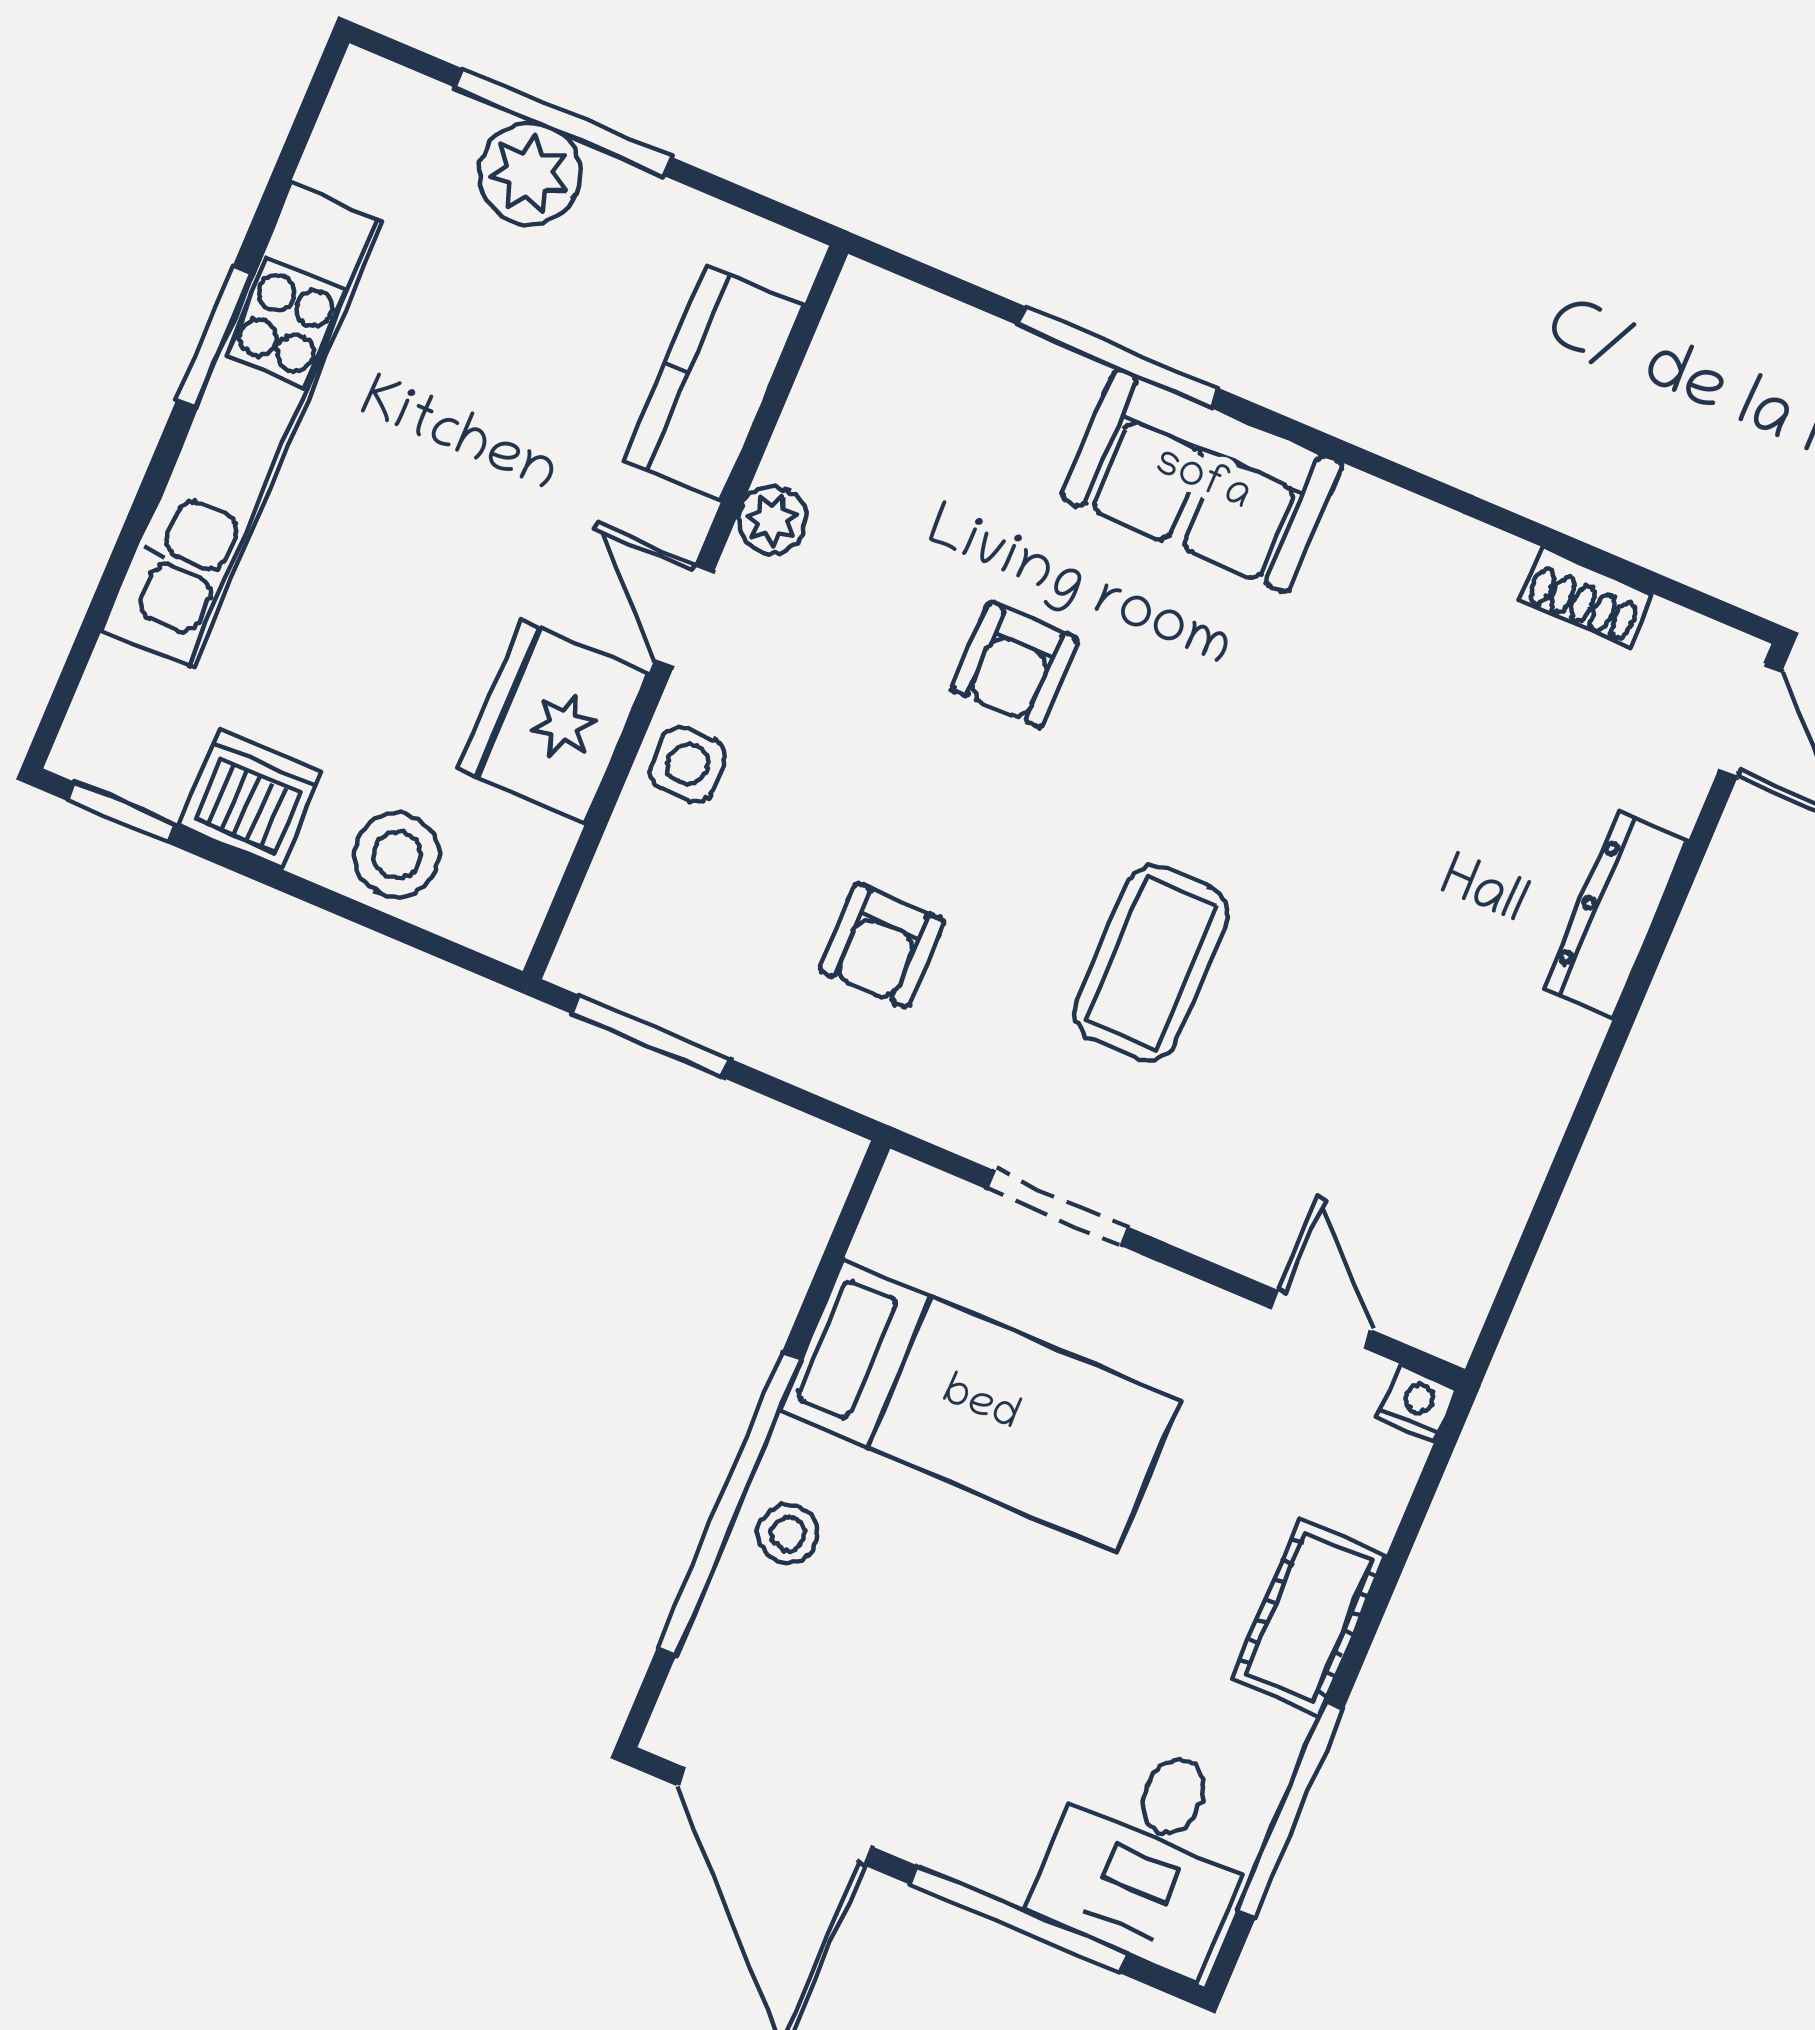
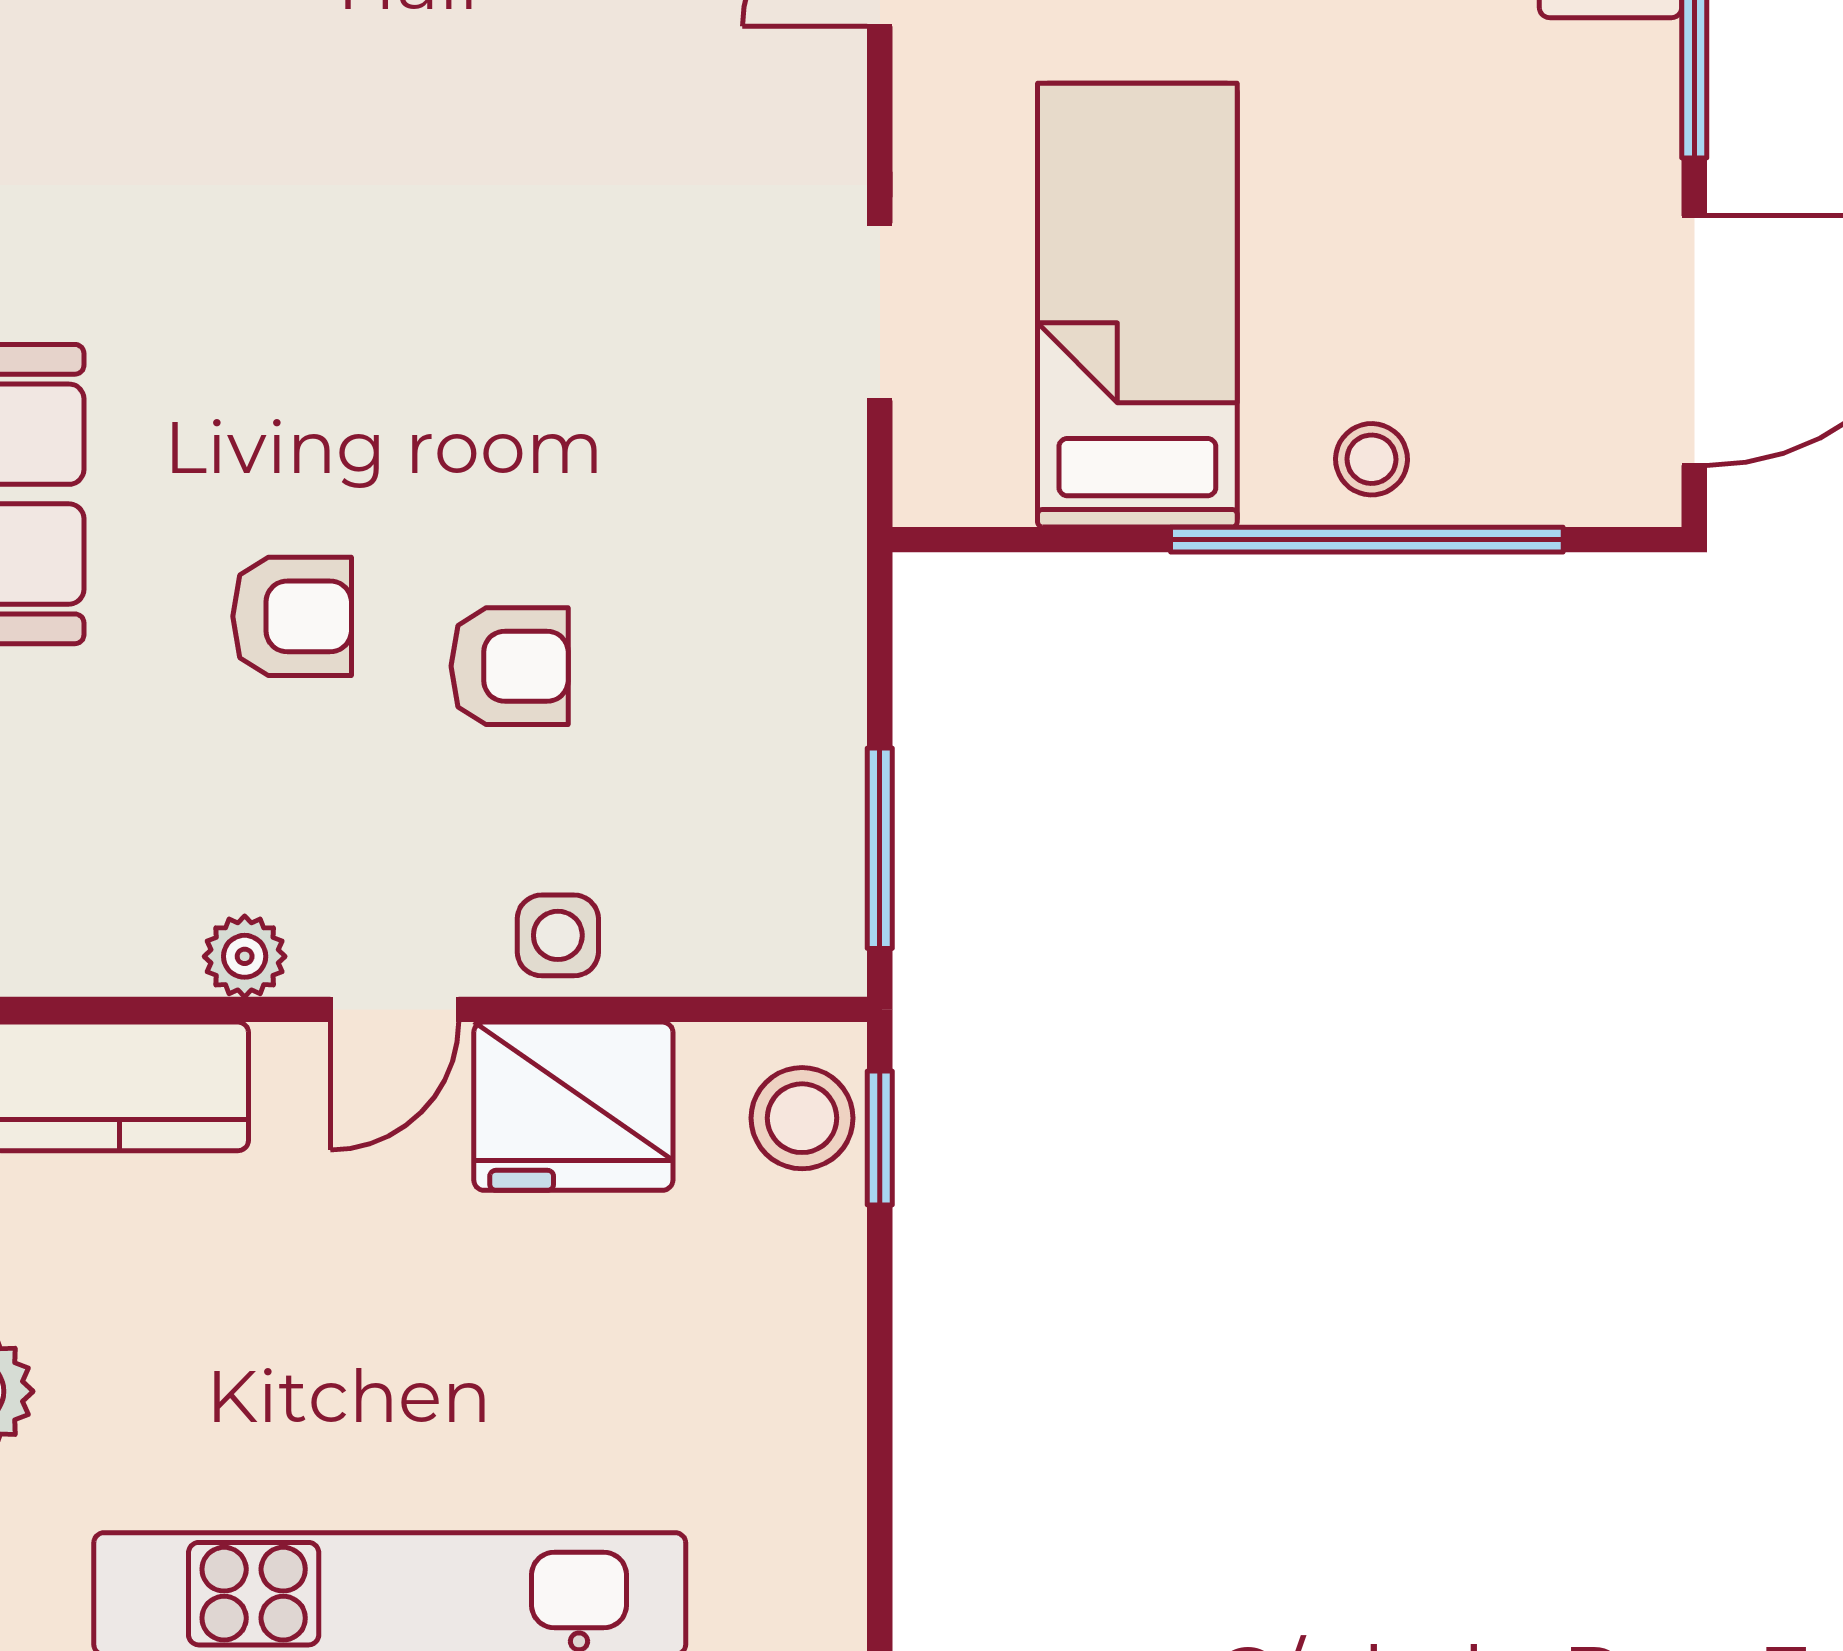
dishwasher: (250, 799) -> (803, 1408), removed
window: (121, 813) -> (880, 1138), moved
stool: (397, 855) -> (802, 1118), moved
armchair: (882, 945) -> (510, 666), moved
coffee table: (1151, 963) -> (561, 323), removed

